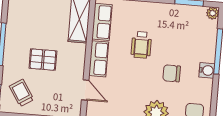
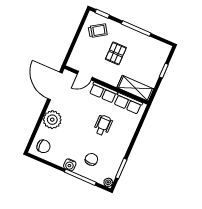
wheelchair: (141, 45) -> (103, 125), turned 90
chair: (172, 73) -> (91, 159), moved

